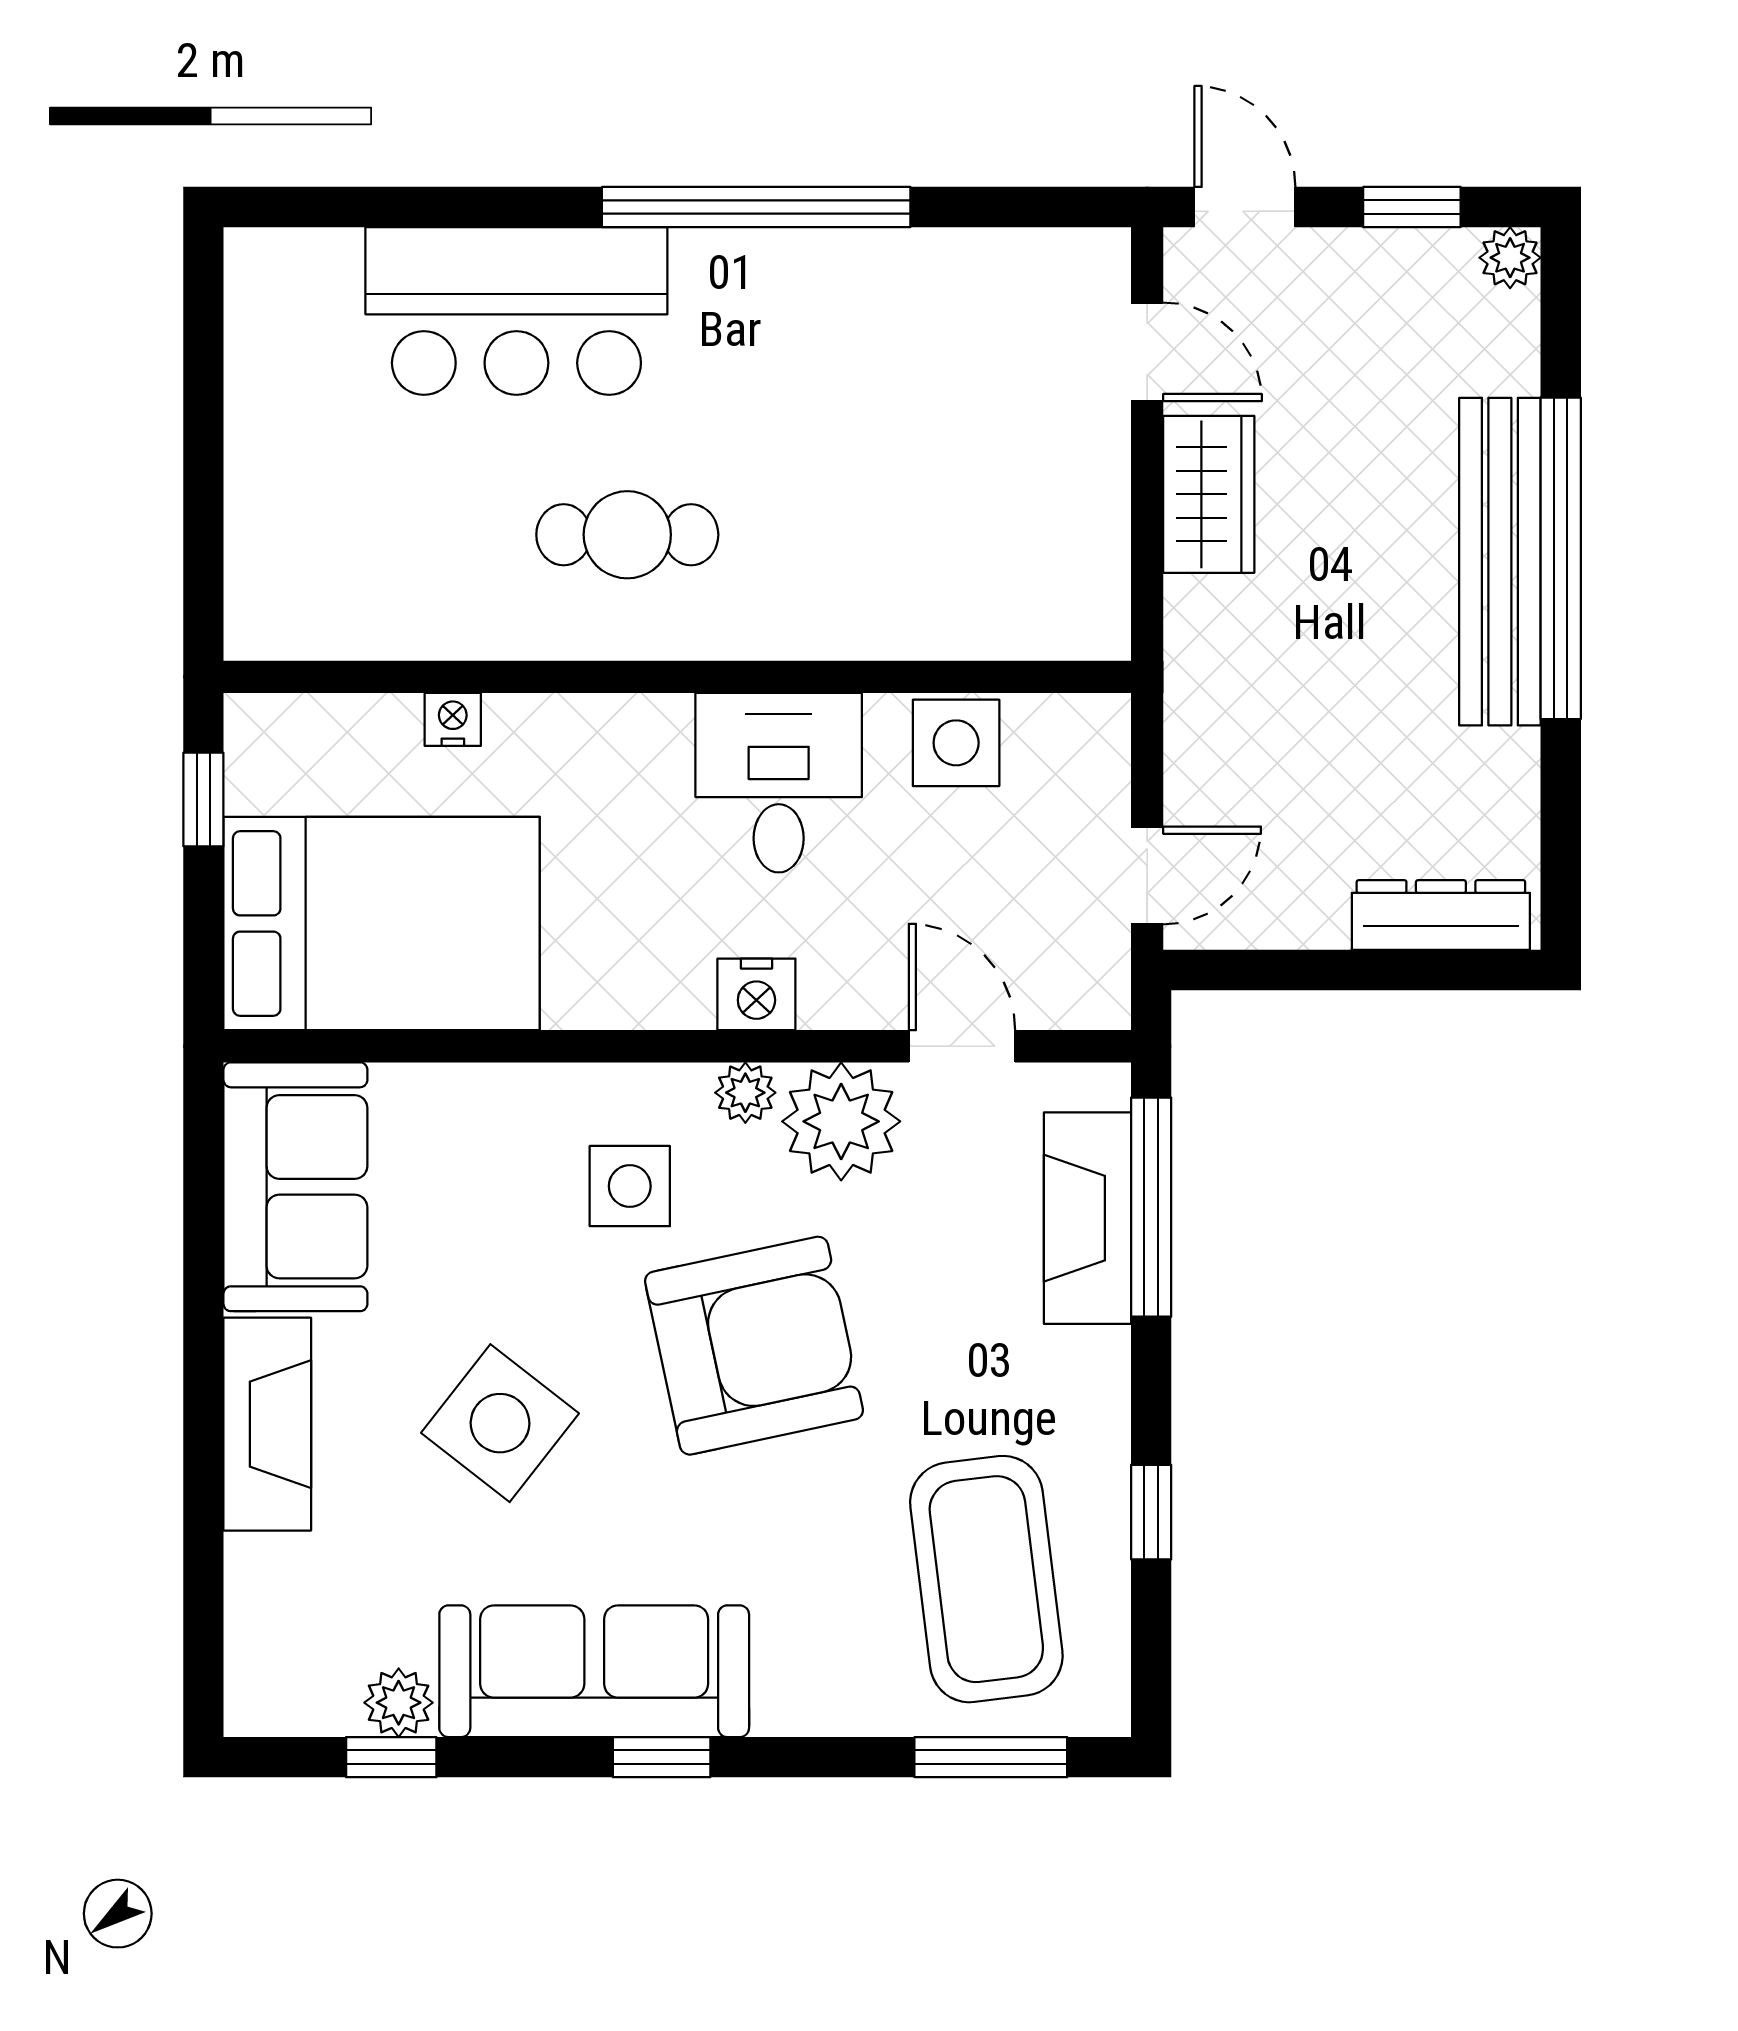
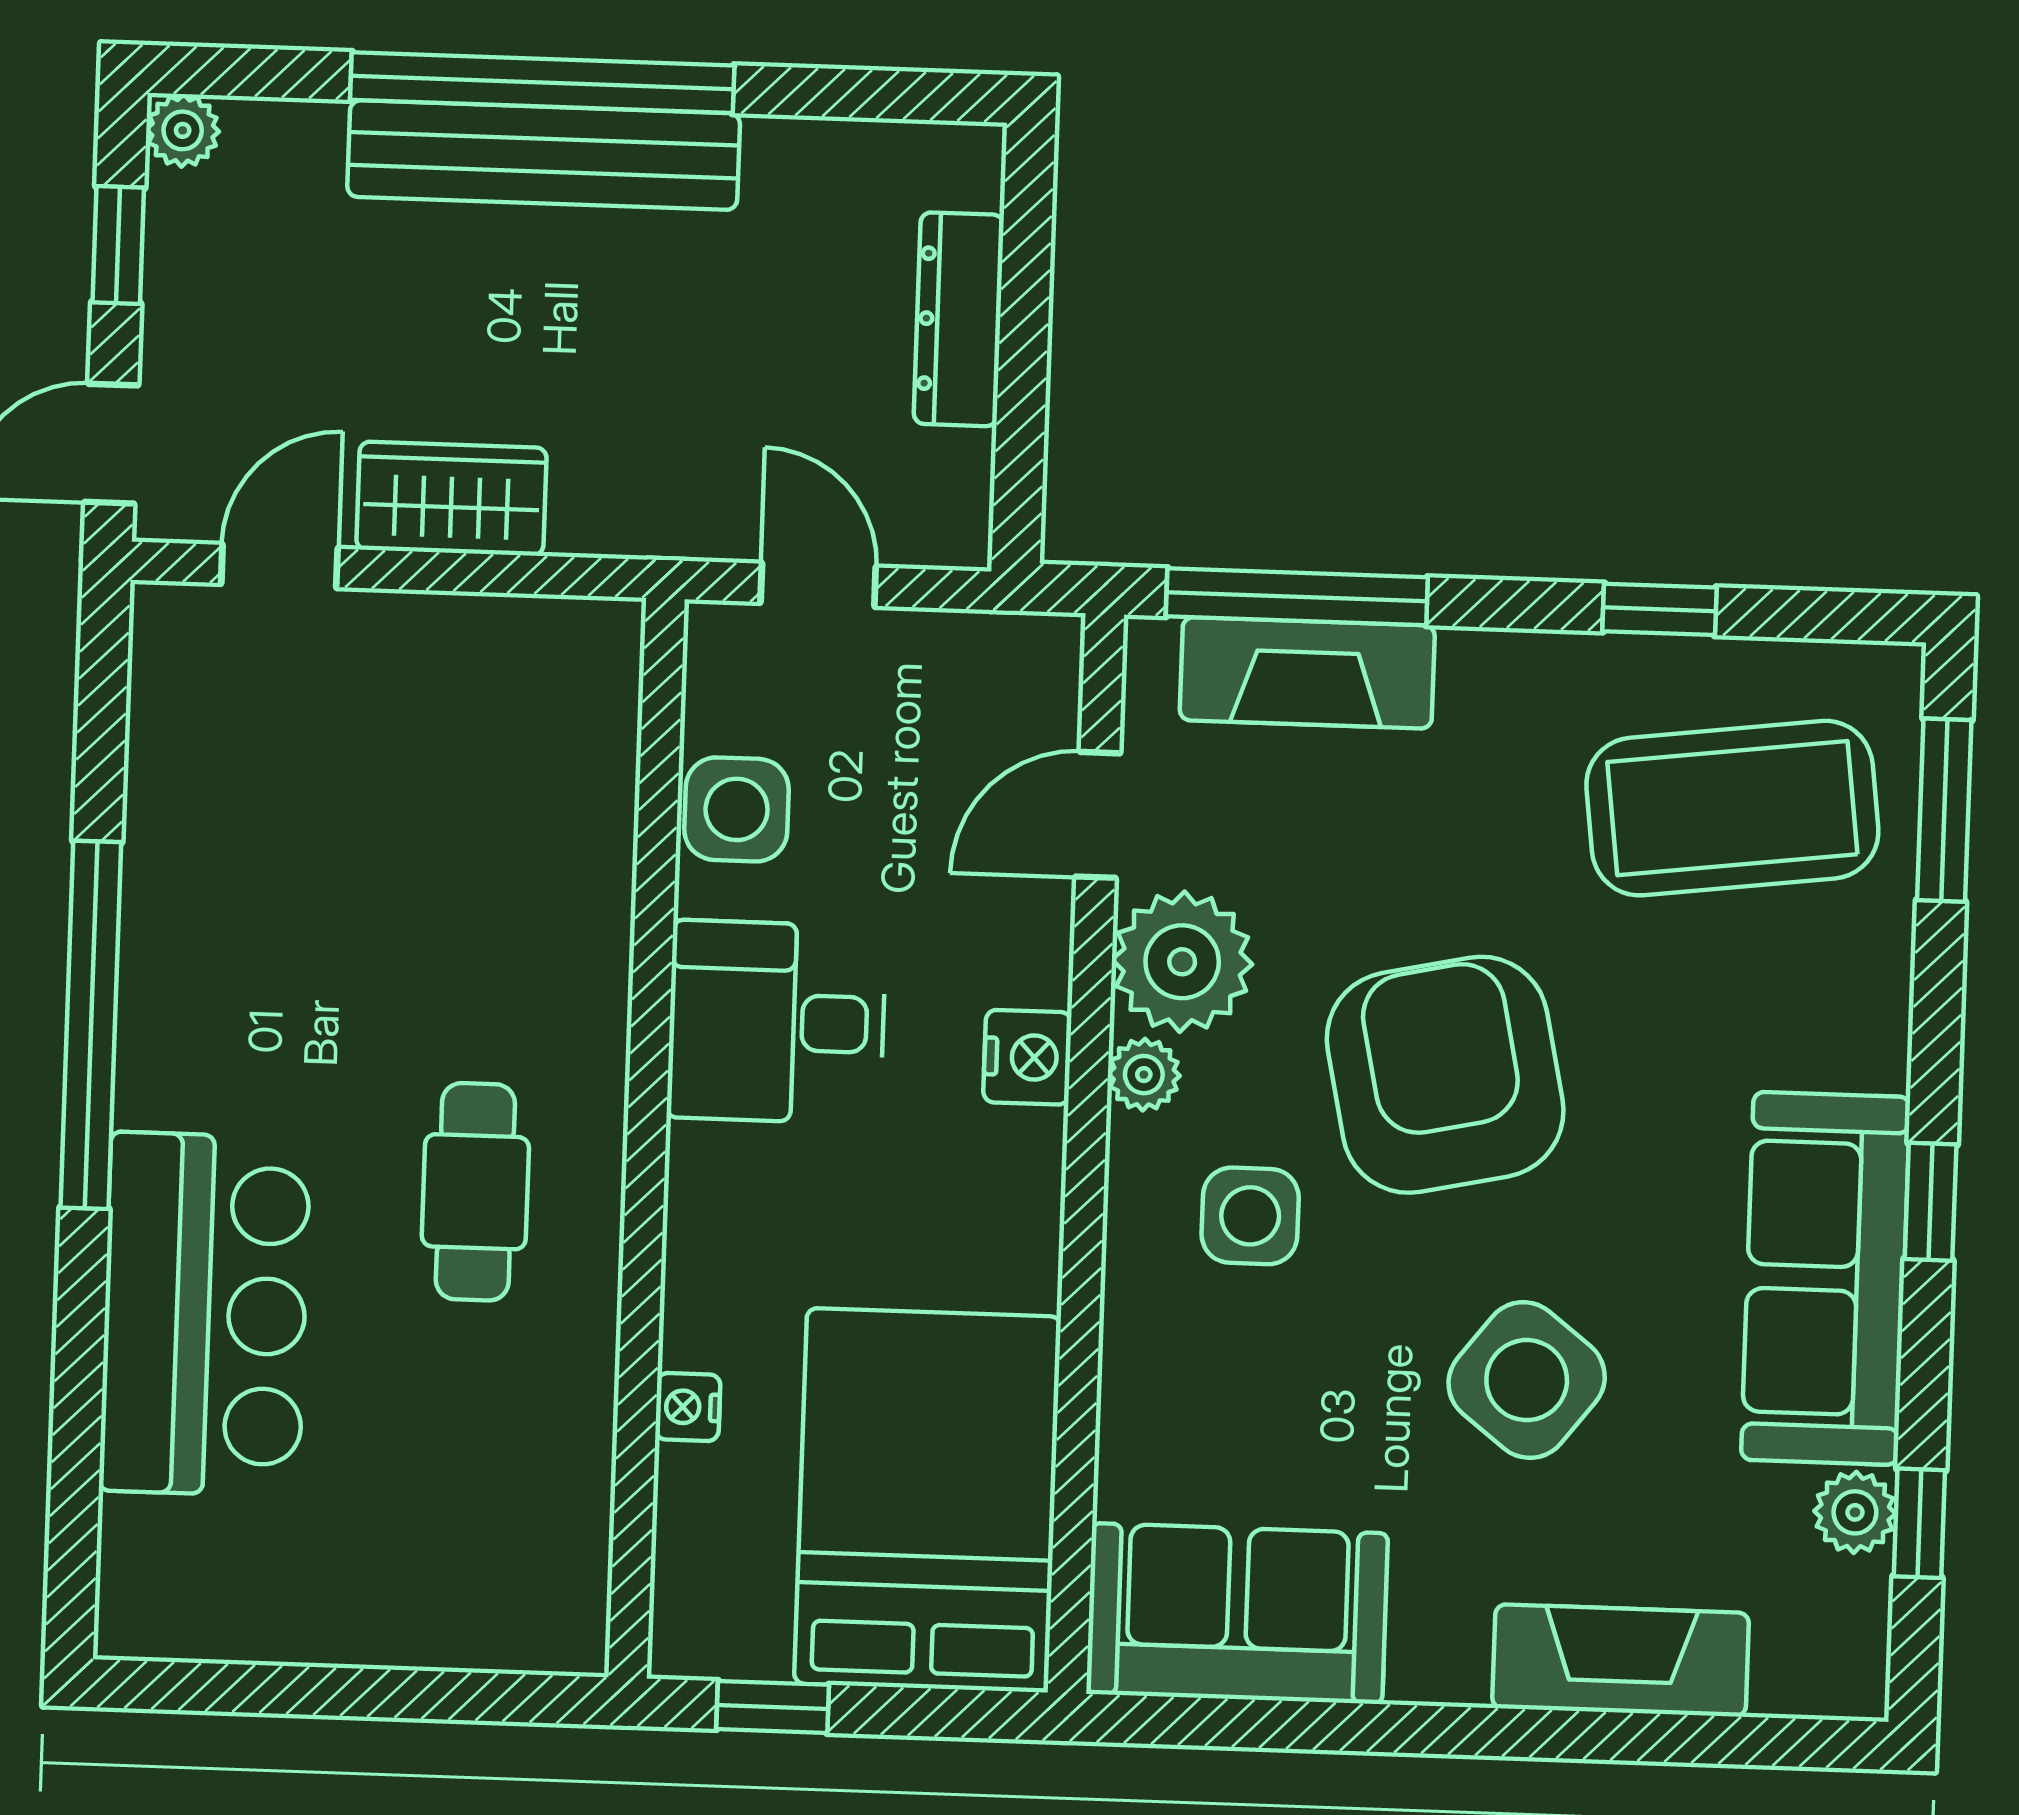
door: (1147, 875) -> (818, 585), moved
dresser: (1441, 915) -> (959, 319), moved
fireplace: (267, 1424) -> (1621, 1660), moved

